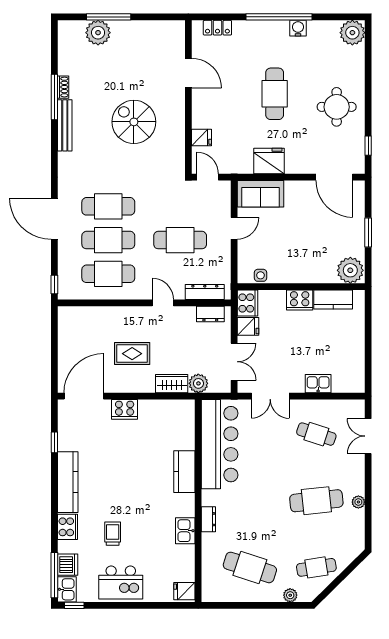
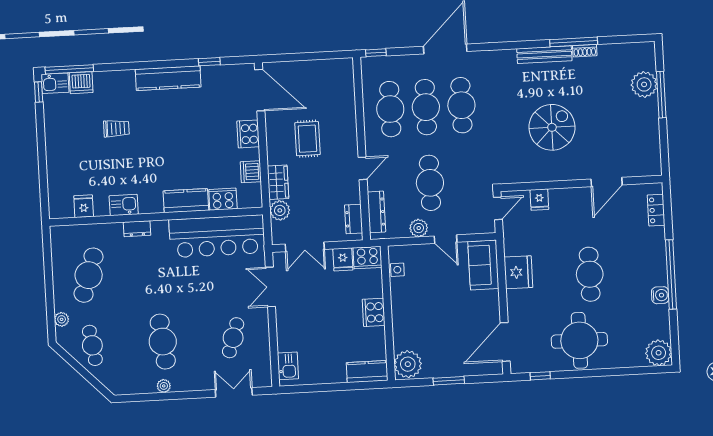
cafe table: (275, 94) -> (590, 274), turned 90
round table: (337, 107) -> (579, 340), width x1.36, depth x1.36
plant: (222, 253) -> (419, 228), added
kitchen counter: (333, 300) -> (367, 372), moved, turned 90
kitchen sink: (318, 384) -> (288, 366), moved
dishwasher: (160, 409) -> (251, 172), added
cooker: (68, 527) -> (223, 199), moved, turned 180
kitchen island: (121, 583) -> (65, 140), removed
fridge: (184, 591) -> (84, 206), moved

